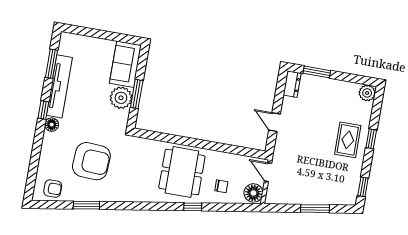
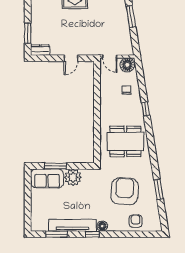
window: (137, 94) -> (55, 166), moved
dining table: (182, 172) -> (125, 141), moved
door: (268, 172) -> (110, 57), hinge flipped
armchair: (53, 189) -> (136, 221), moved

